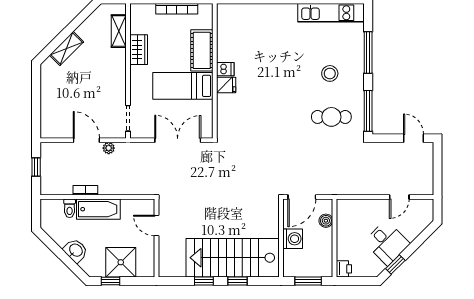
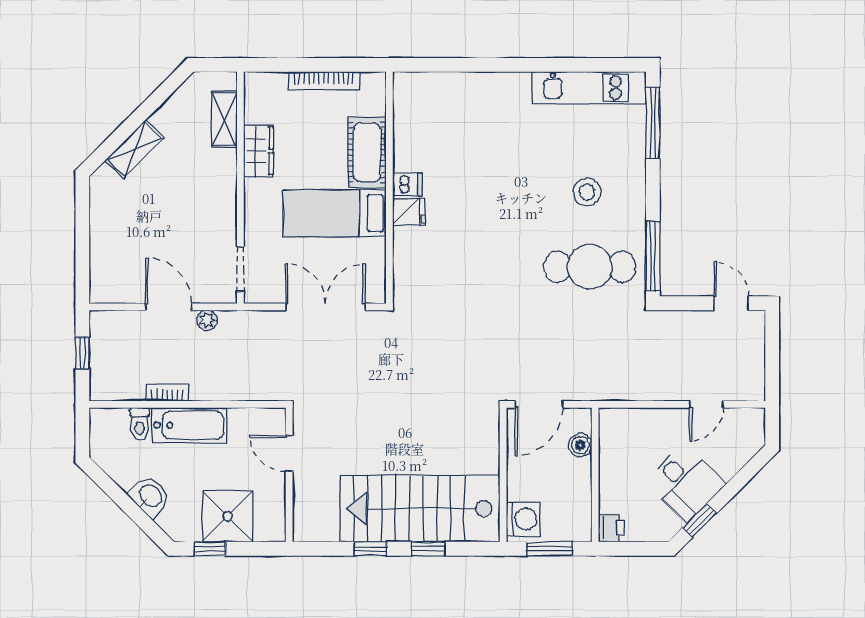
window: (368, 53) -> (653, 123), moved
cafe table: (331, 117) -> (590, 267), width x1.37, depth x1.35
washing machine: (293, 239) -> (523, 519), moved

